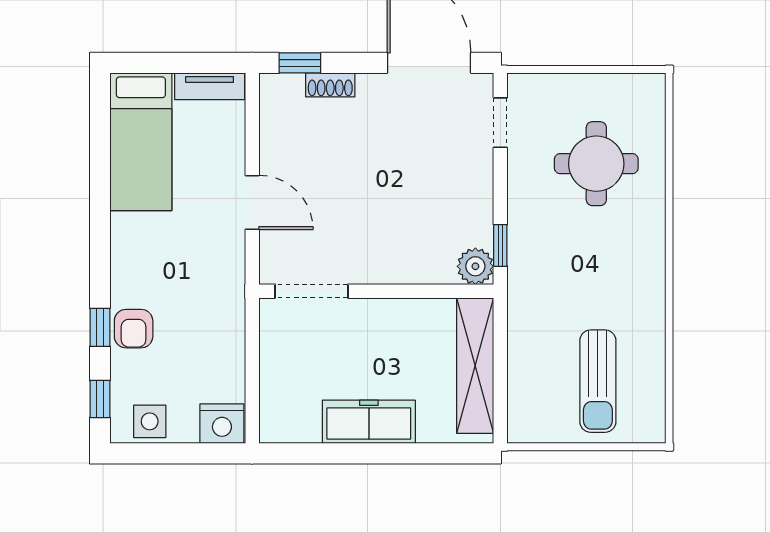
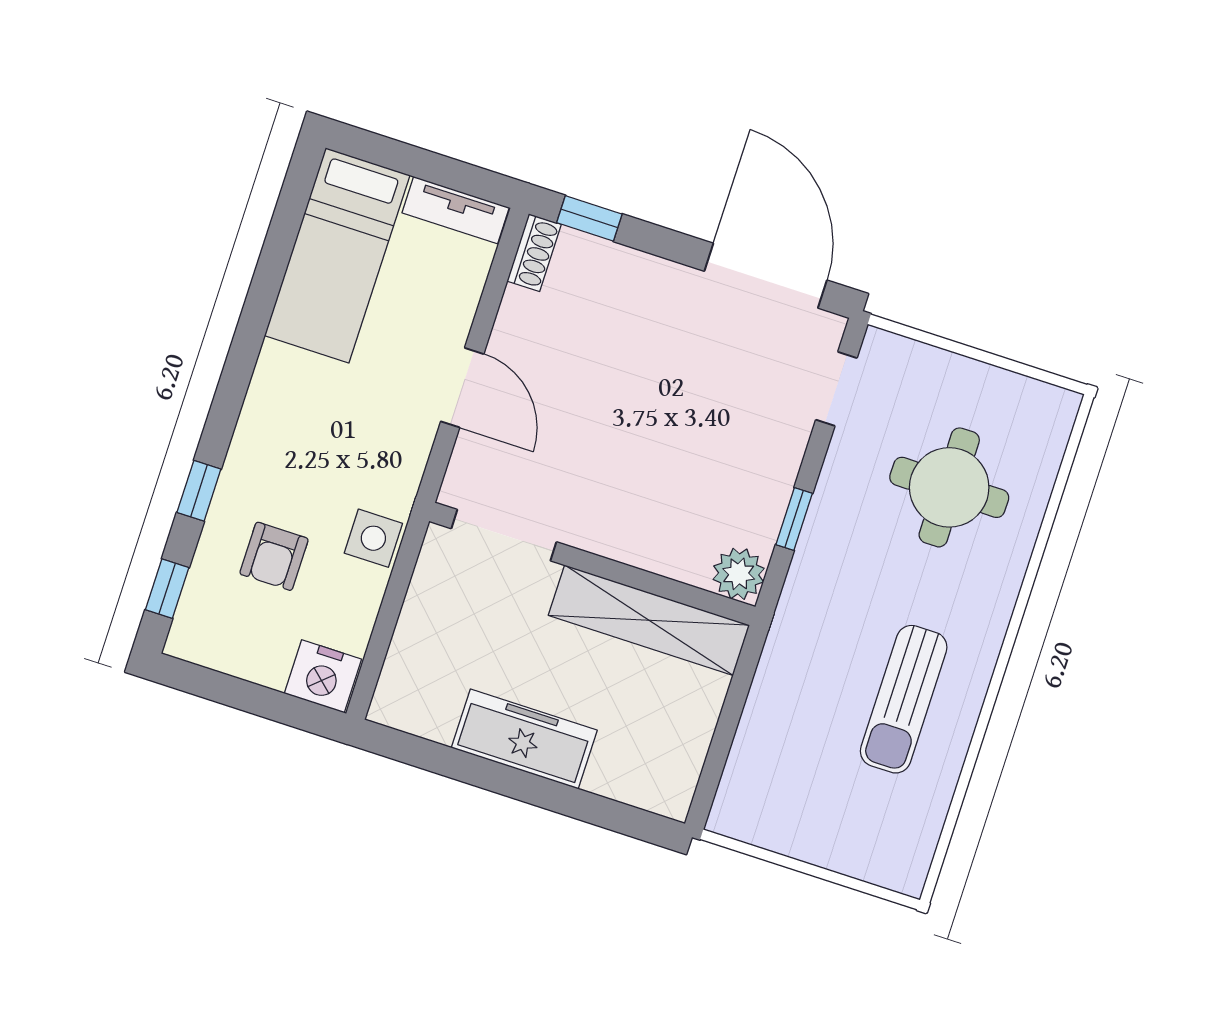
shoe rack: (330, 85) -> (534, 253), moved, turned -90
window: (500, 245) -> (794, 519), moved
armchair: (134, 329) -> (274, 556), moved
shelving: (475, 366) -> (649, 620), moved, turned 90
sun lounger: (598, 381) -> (904, 699), moved
side table: (150, 421) -> (373, 538), moved

